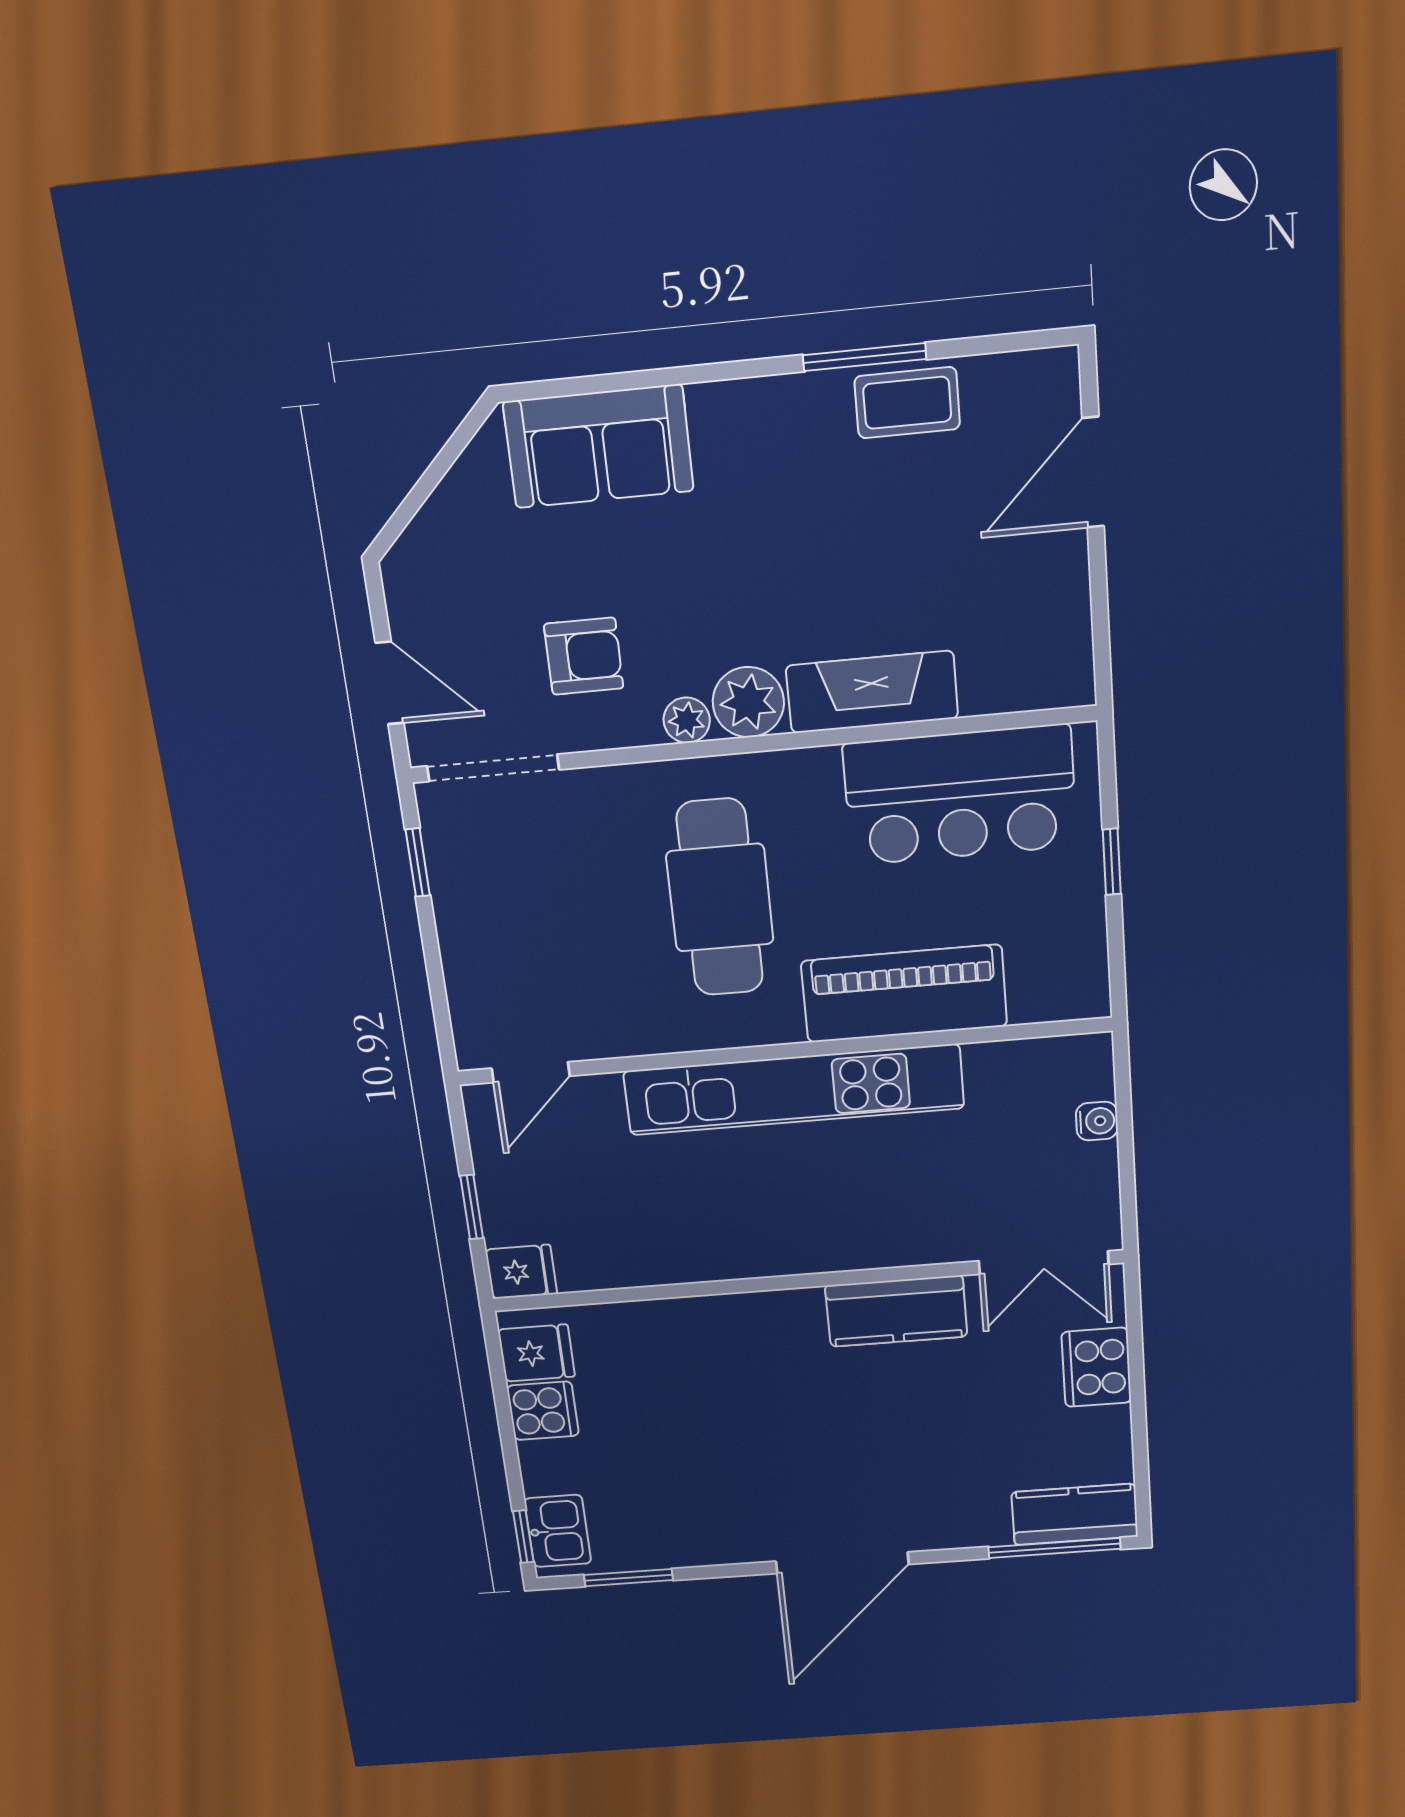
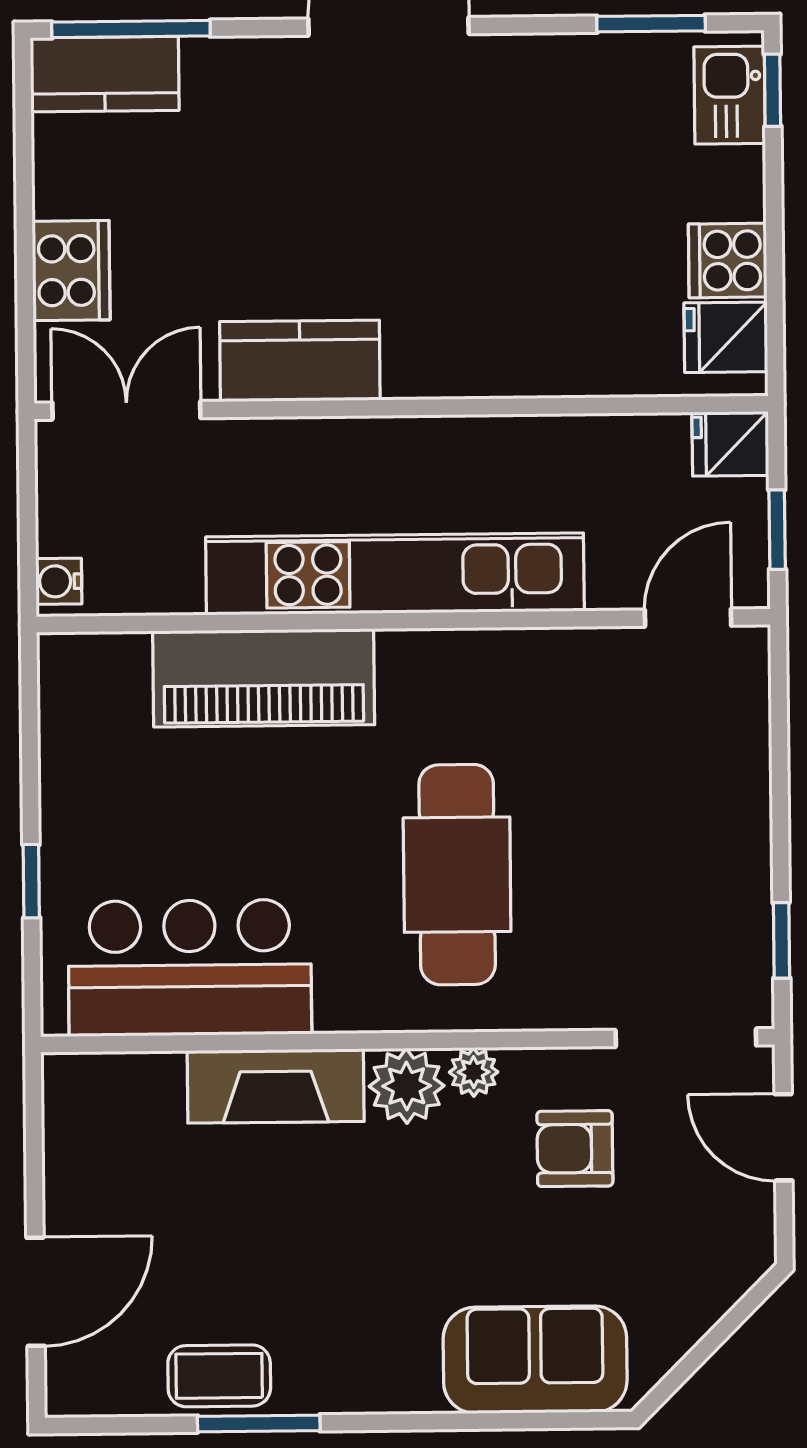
piano: (904, 994) -> (264, 678), moved
wall: (783, 1051) -> (403, 621), moved
door: (531, 1072) -> (688, 618), moved
kitchen unit: (794, 1090) -> (395, 574), moved

